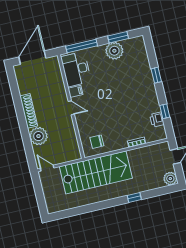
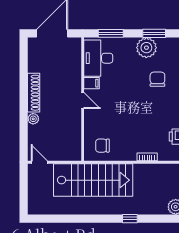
window: (82, 46) -> (111, 33), width x0.69
chair: (130, 75) -> (157, 79), added
plant: (38, 136) -> (33, 119), width x0.53, depth x0.53

